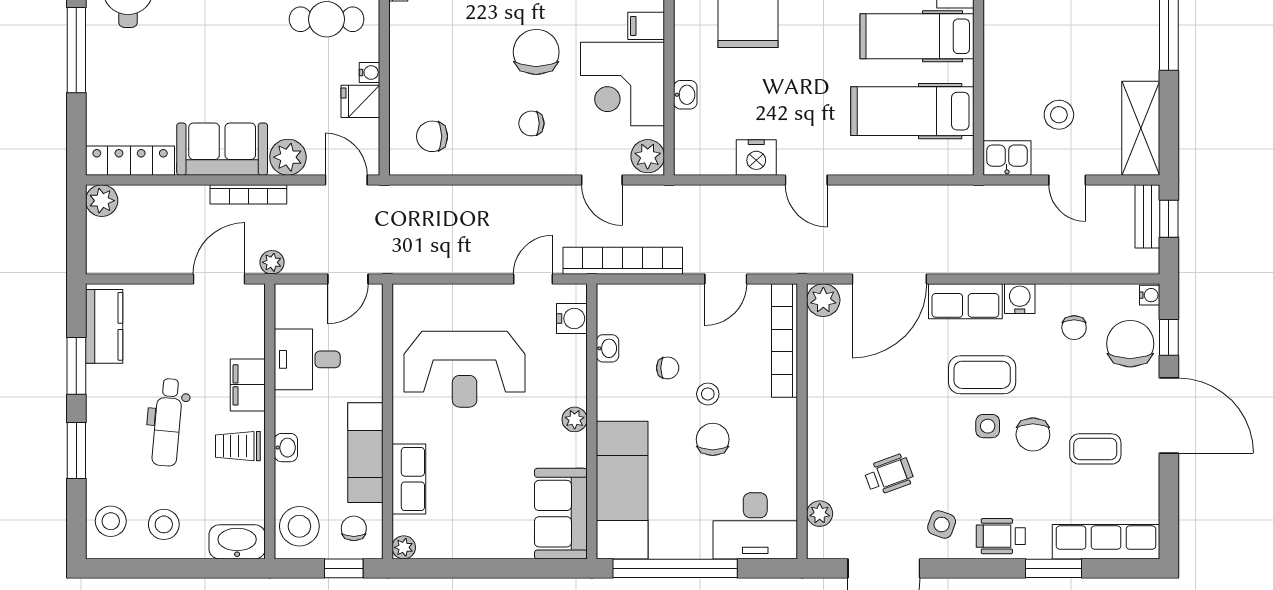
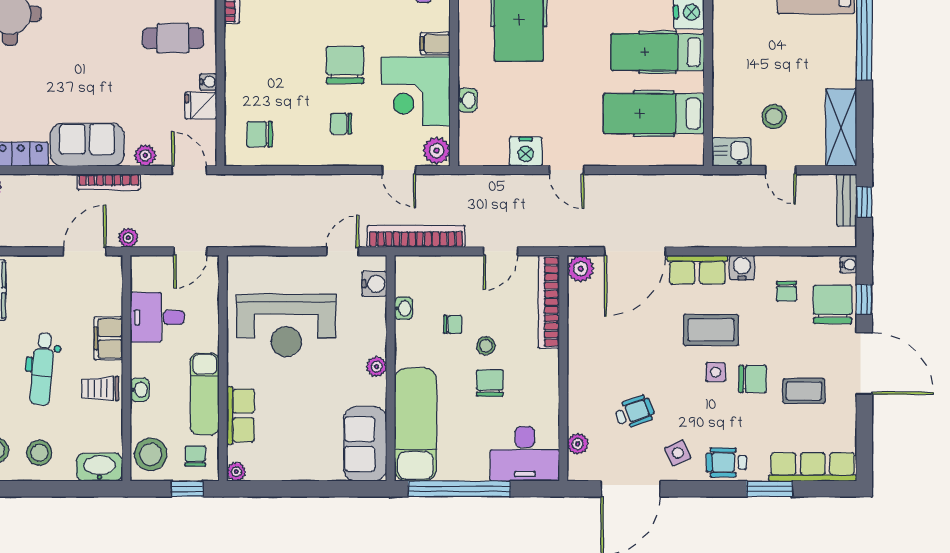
plant: (288, 157) -> (145, 155), width x0.73, depth x0.73
chair: (1033, 434) -> (753, 379), turned -90
side table: (942, 524) -> (678, 453), turned 45

